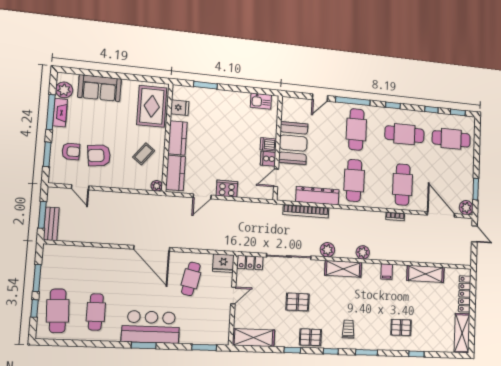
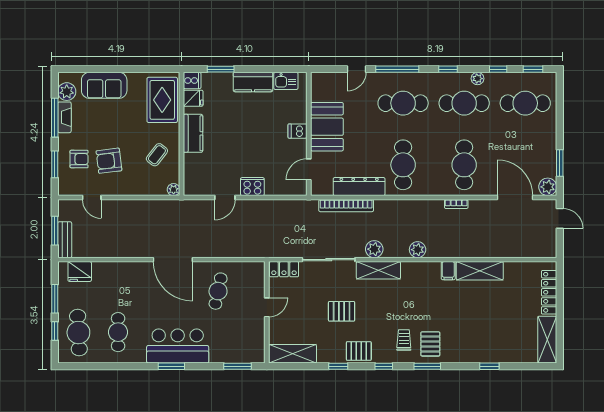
plant: (415, 115) -> (477, 79), added
cafe table: (356, 129) -> (403, 103), turned 90
cooker: (268, 159) -> (192, 81), moved, turned 180
kitchen counter: (175, 173) -> (253, 82), moved, turned 90
fridge: (223, 263) -> (80, 272), moved
shelving: (343, 269) -> (378, 270), moved
shelving: (425, 274) -> (480, 271), moved
pallet: (401, 327) -> (430, 344), moved, turned 90

